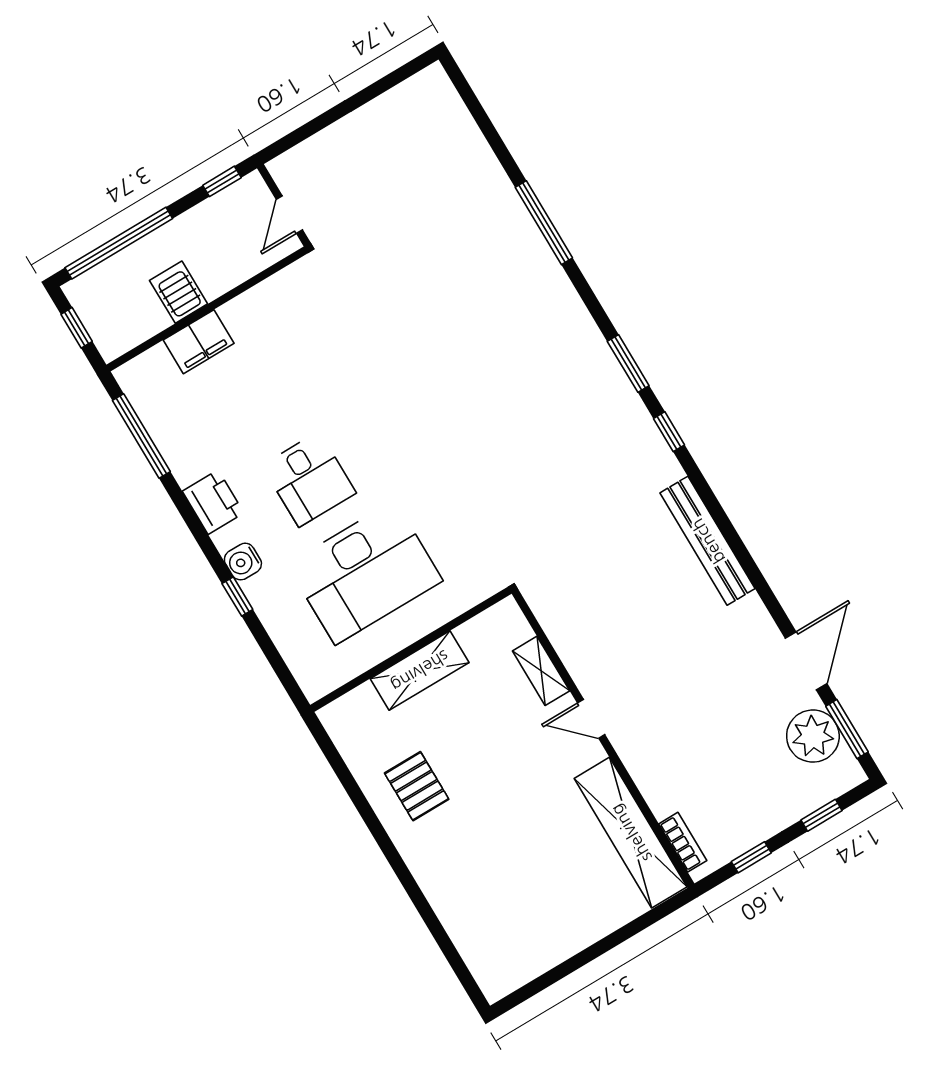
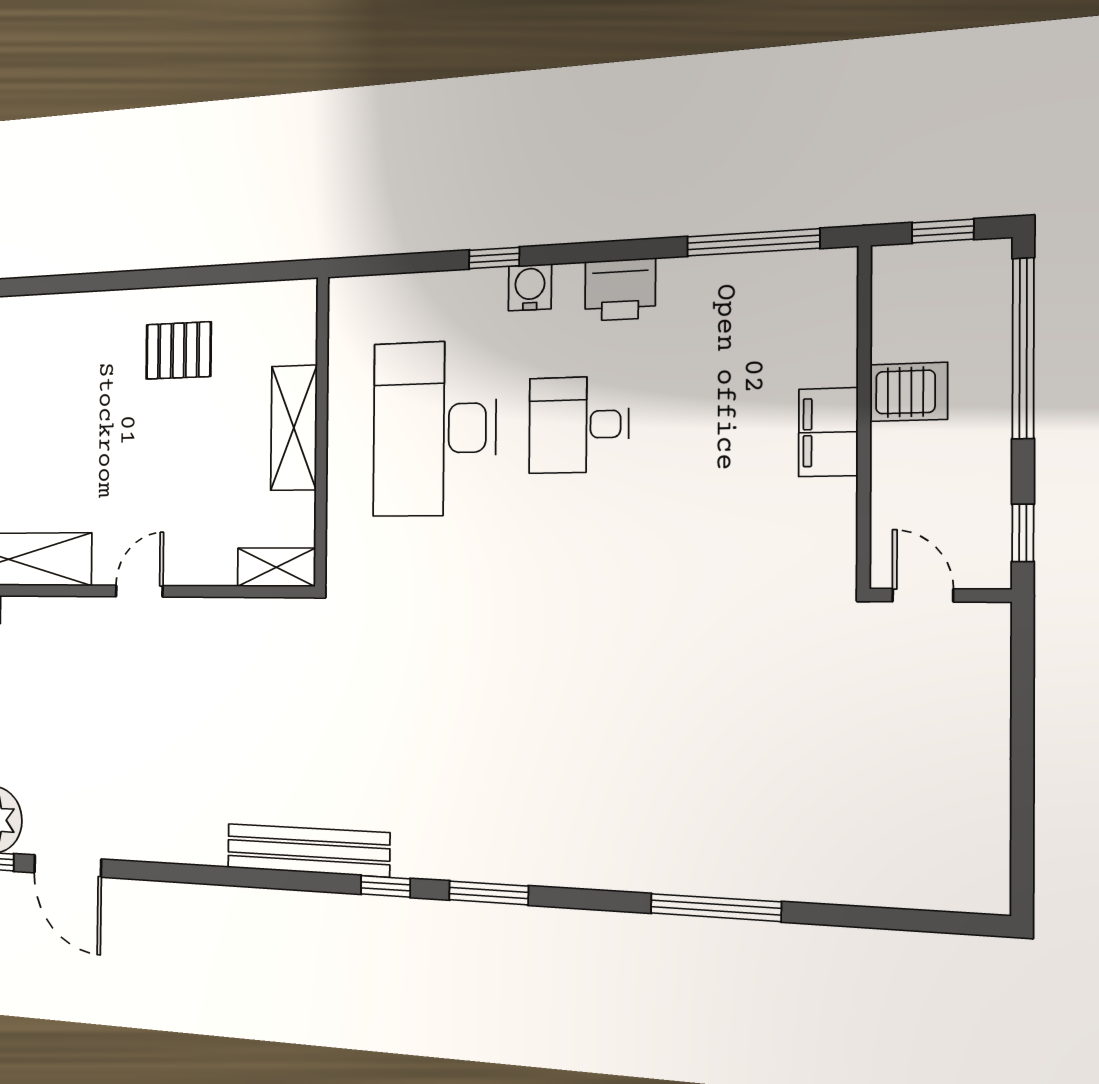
filing cabinet: (199, 342) -> (828, 432), moved
bench: (708, 541) -> (308, 850), moved
shelving: (541, 671) -> (276, 567), moved

